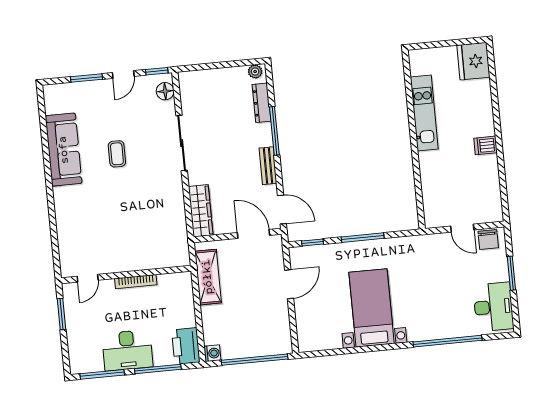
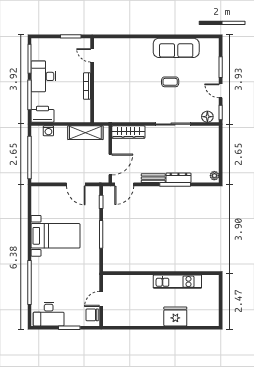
fridge: (473, 61) -> (175, 316), moved
dresser: (261, 103) -> (178, 178), moved
dishwasher: (486, 145) -> (153, 319), removed
washing machine: (212, 353) -> (48, 131), moved

